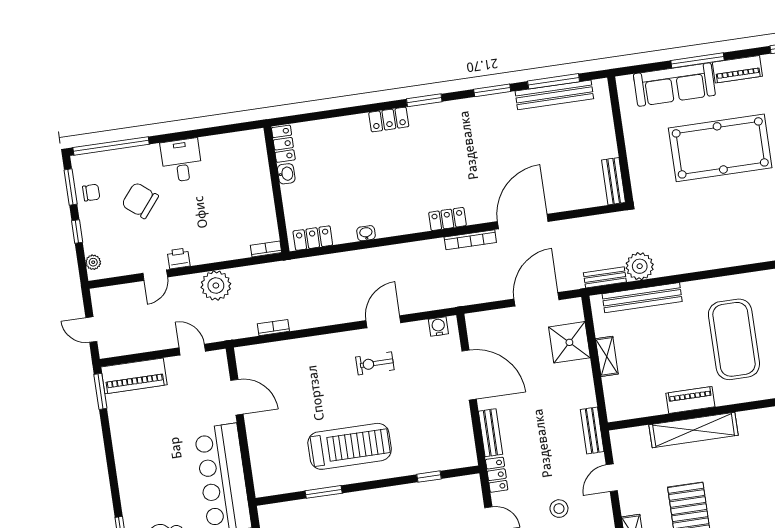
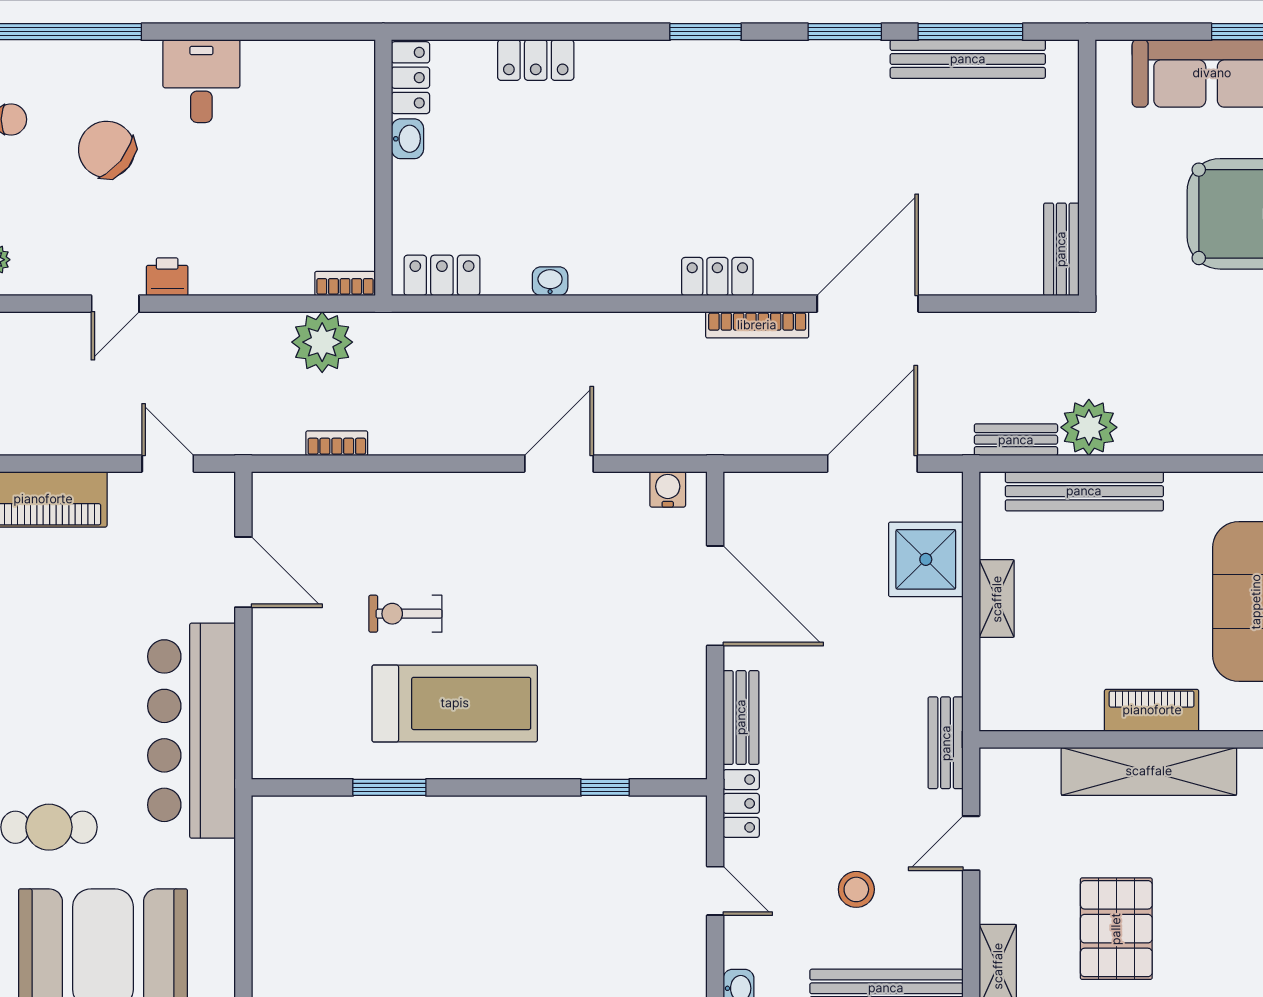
locker: (389, 120) -> (536, 60), moved
plant: (216, 286) -> (322, 342), moved
exercise bike: (375, 363) -> (405, 614), moved

